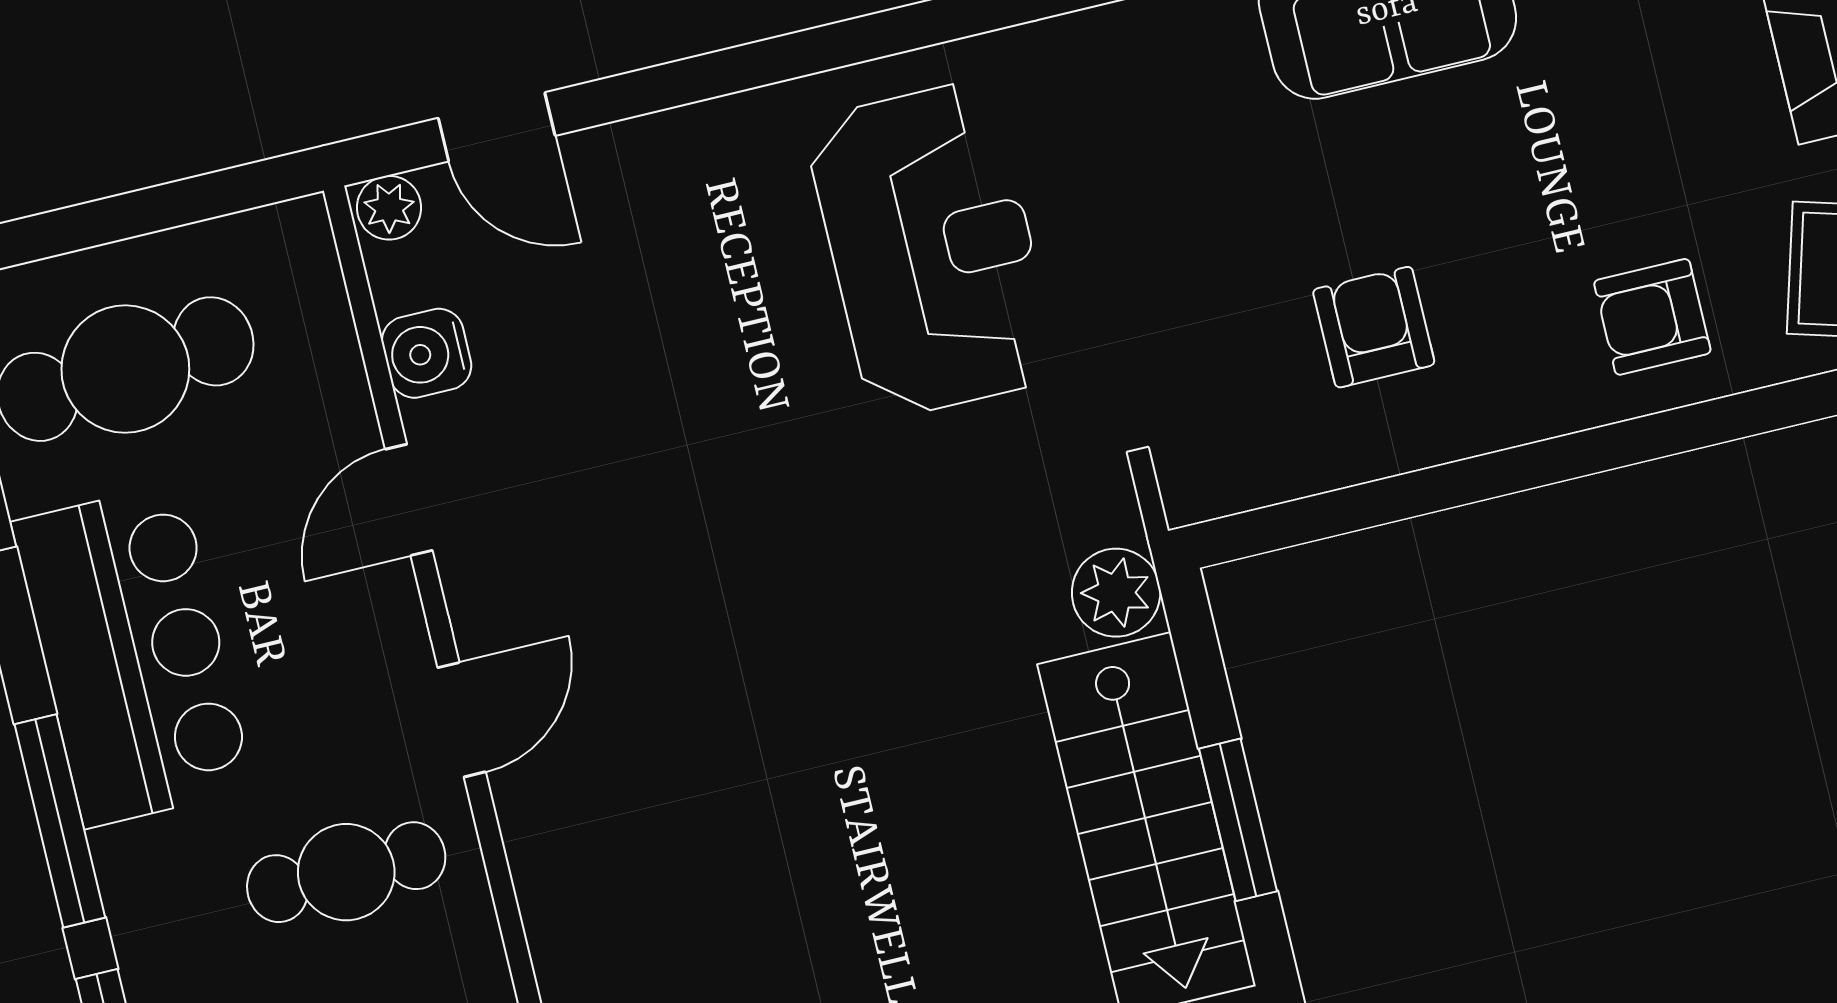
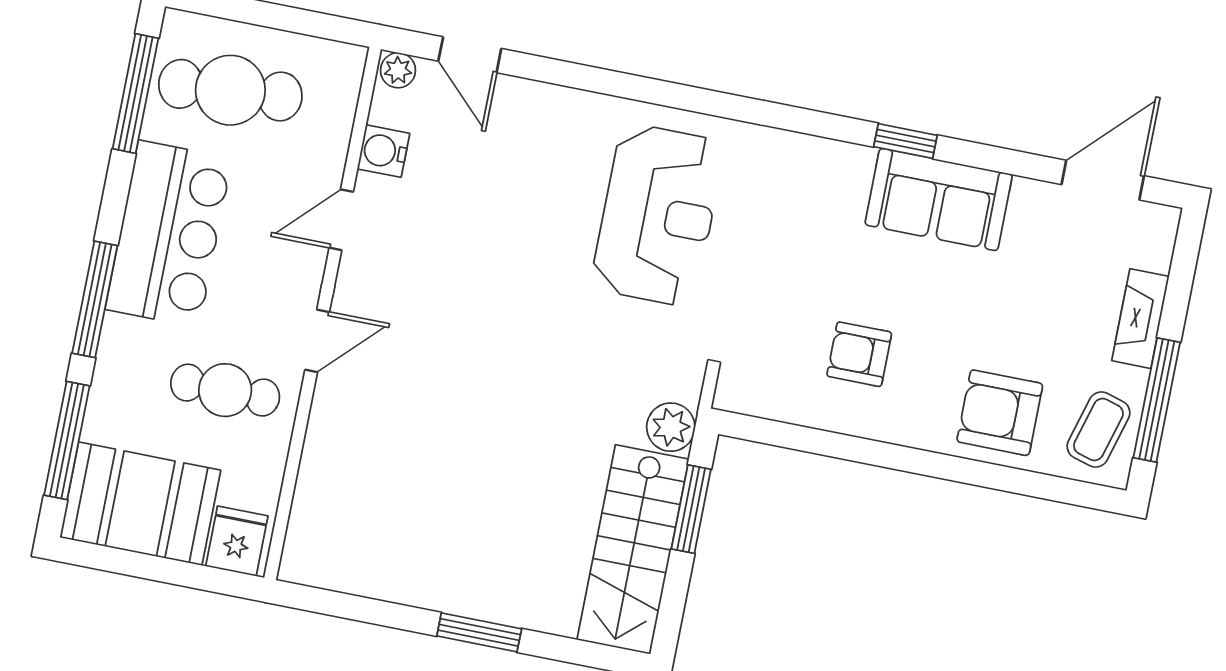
armchair: (1652, 317) -> (1000, 413), width x1.38, depth x1.38
armchair: (1374, 327) -> (859, 354), turned -90
window: (1238, 820) -> (691, 509), moved

